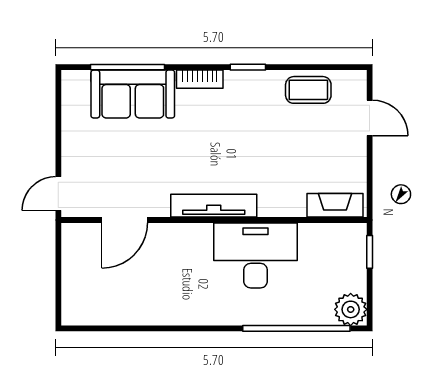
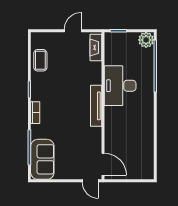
sofa: (133, 94) -> (42, 159), moved
door: (370, 118) -> (73, 31), moved
door: (125, 220) -> (103, 164), moved

